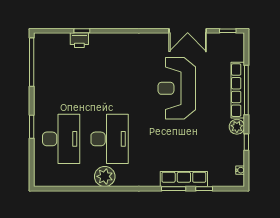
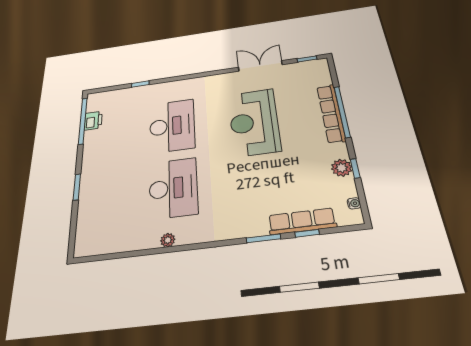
double door: (188, 31) -> (260, 66), swing flipped
printer: (79, 40) -> (93, 121), moved, turned -90
plant: (237, 127) -> (342, 168), moved
desk: (61, 139) -> (172, 126), moved
plant: (105, 176) -> (168, 240), width x0.53, depth x0.53
row of seats: (184, 179) -> (302, 221), moved

